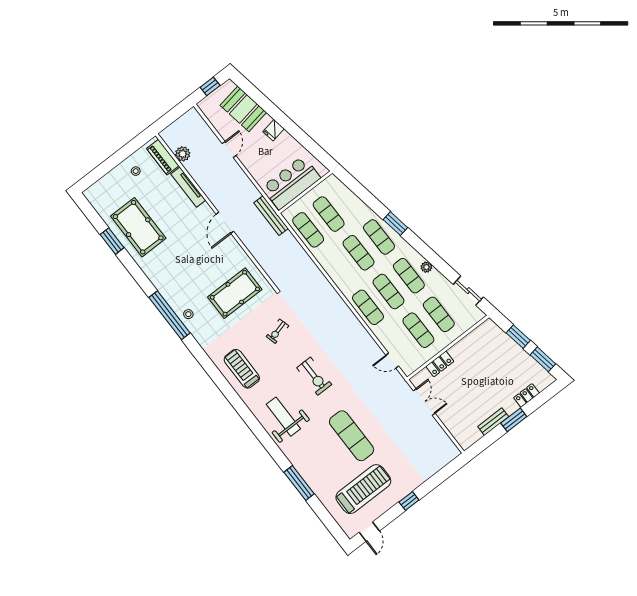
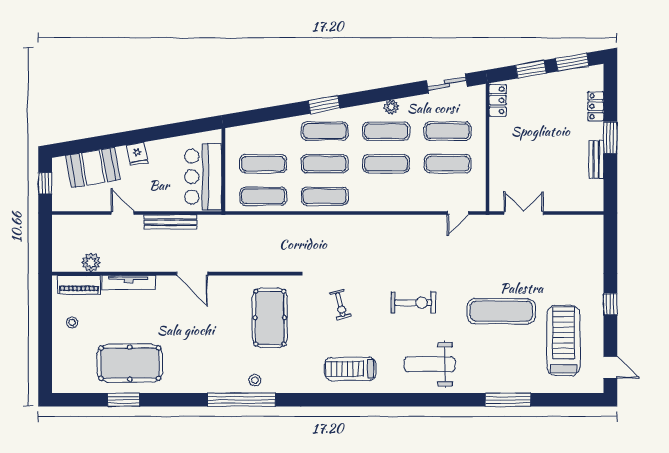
bench: (271, 216) -> (170, 222), moved
exercise mat: (368, 307) -> (325, 196), moved
locker: (440, 364) -> (498, 100), moved

